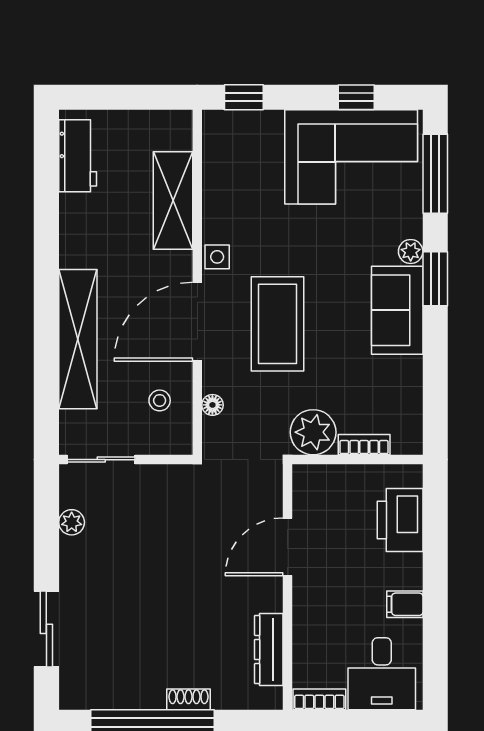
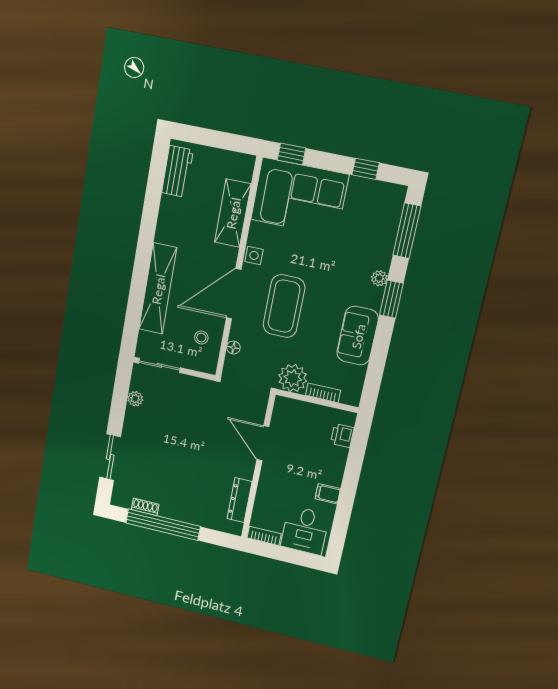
corner sofa: (351, 157) -> (299, 197), moved
sofa: (397, 310) -> (358, 336), moved
printer: (400, 520) -> (342, 436), width x0.53, depth x0.68
door: (287, 547) -> (263, 443), hinge flipped
shoe rack: (188, 699) -> (145, 507), moved

